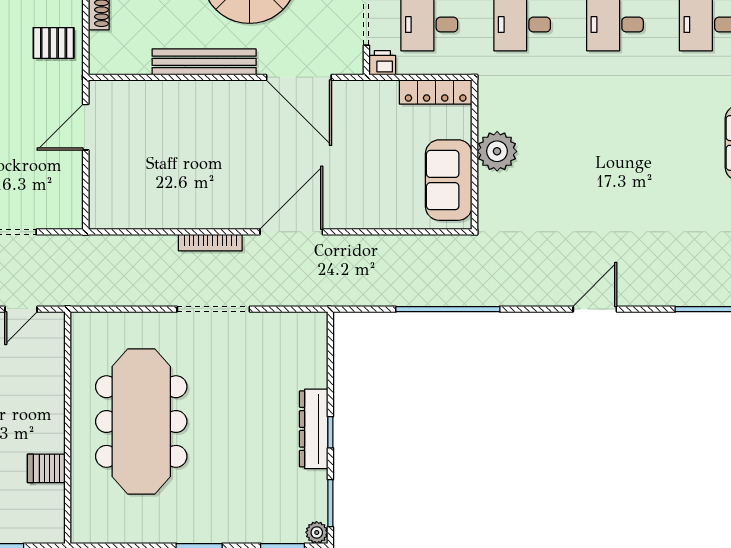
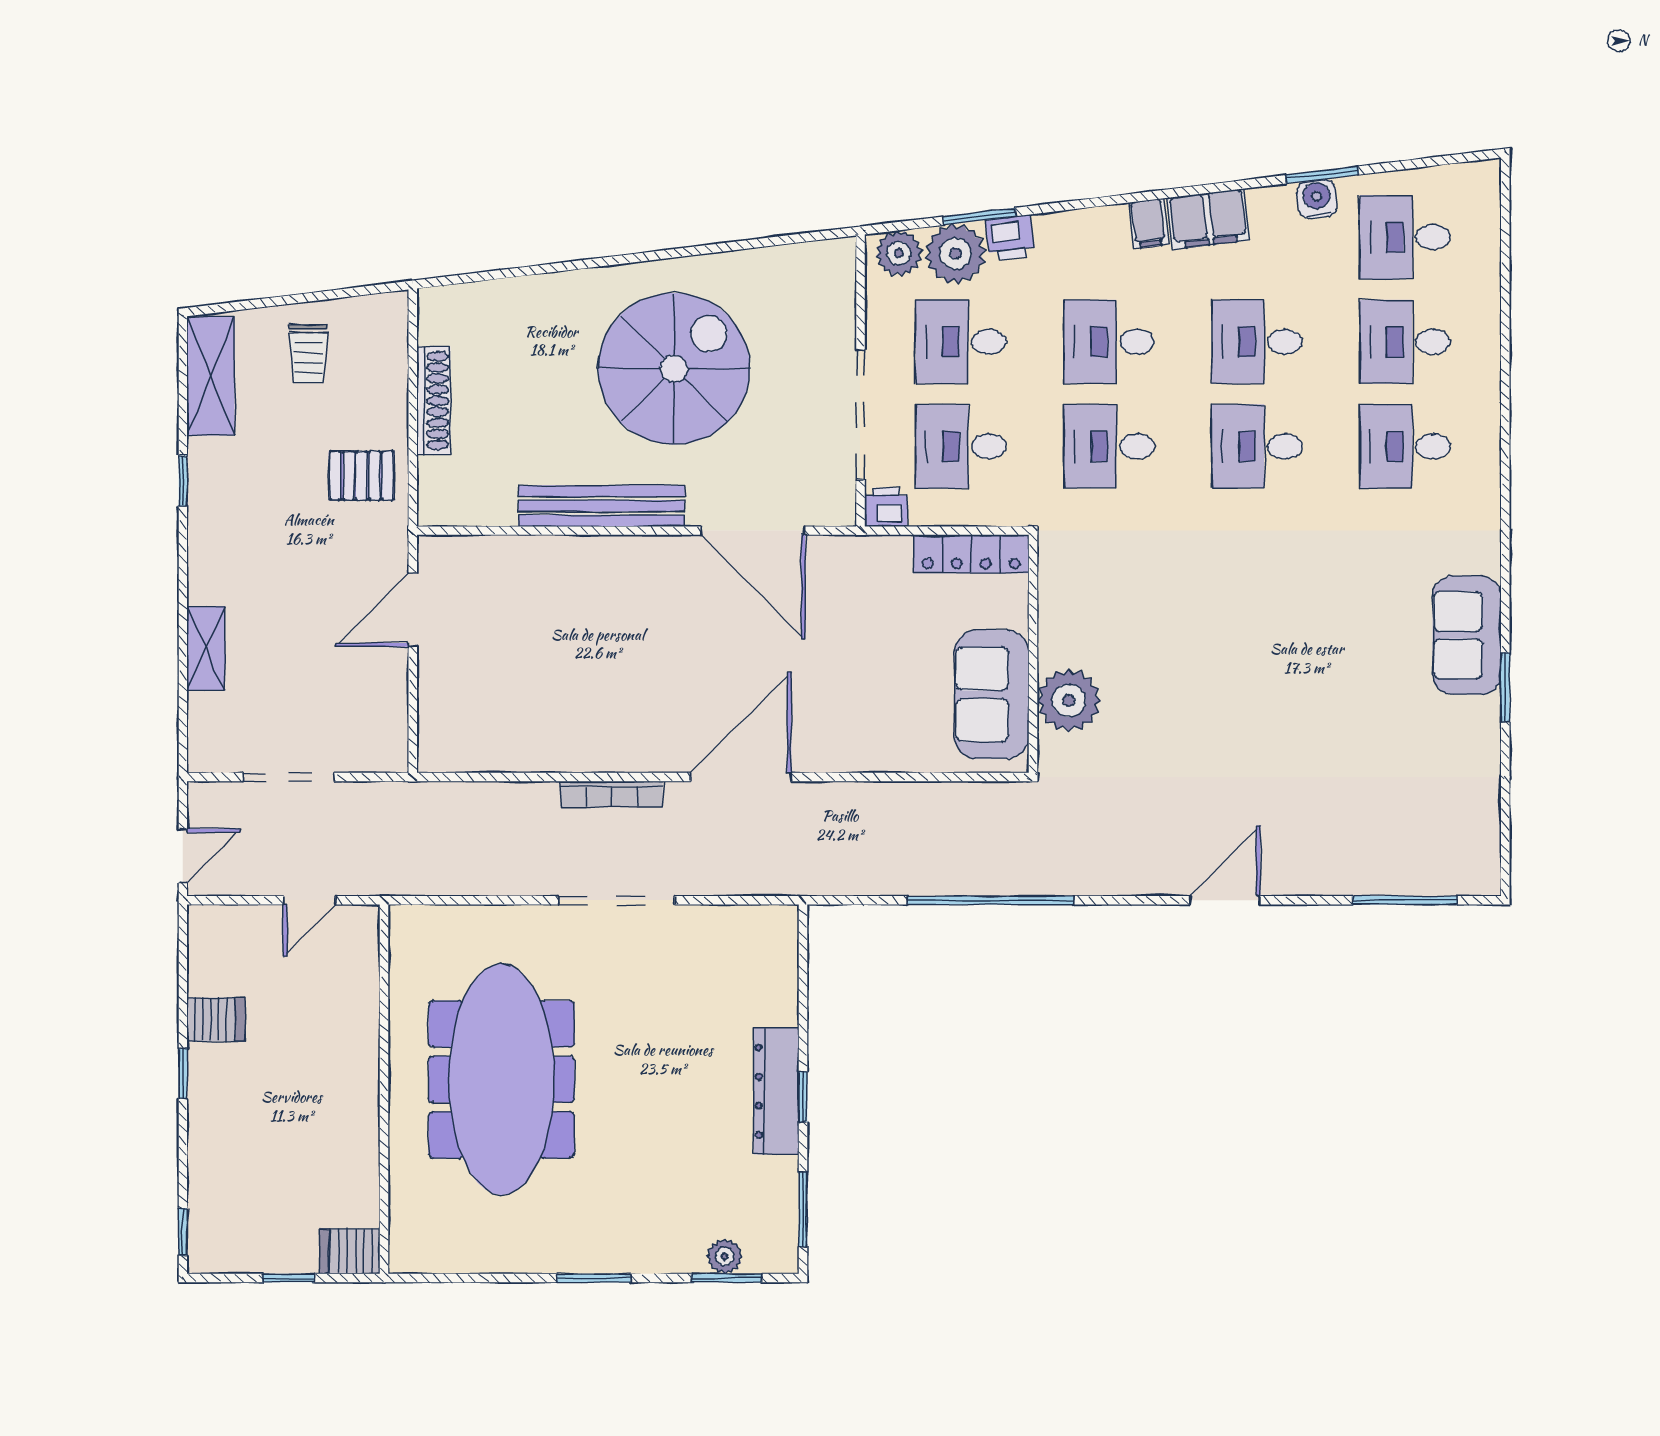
plant: (497, 151) -> (1069, 700), moved
server rack: (46, 468) -> (350, 1251), moved
plant: (317, 532) -> (725, 1256), moved

